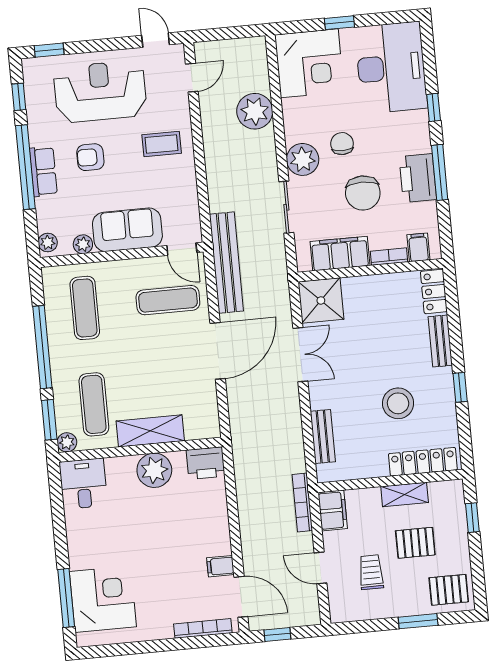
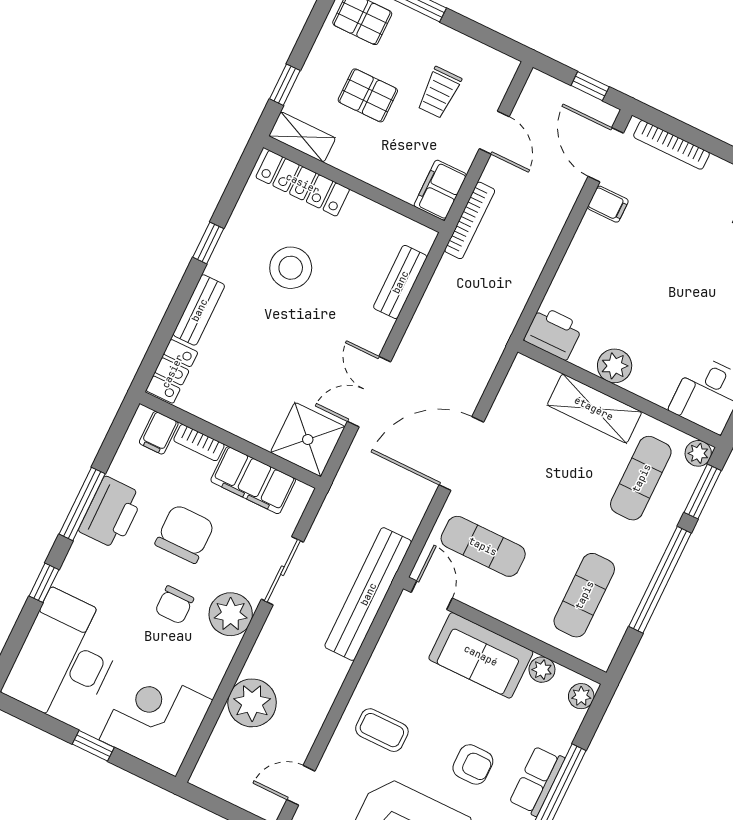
bench: (226, 263) -> (368, 594), moved
plant: (154, 470) -> (615, 366), width x0.73, depth x0.73
shelving: (405, 494) -> (302, 137), moved

